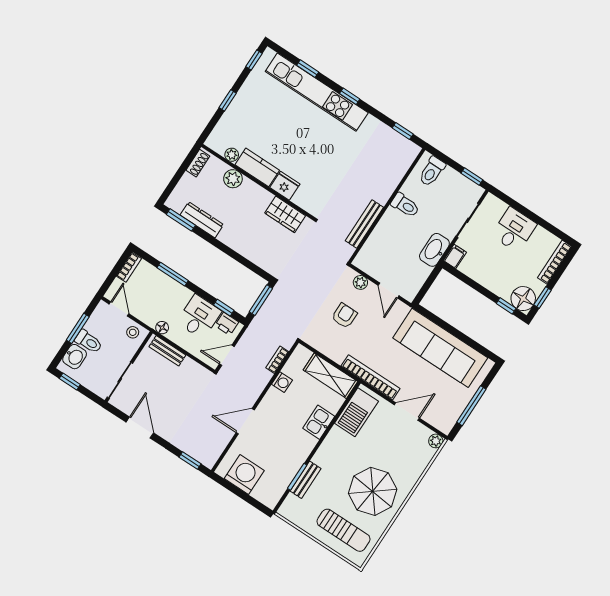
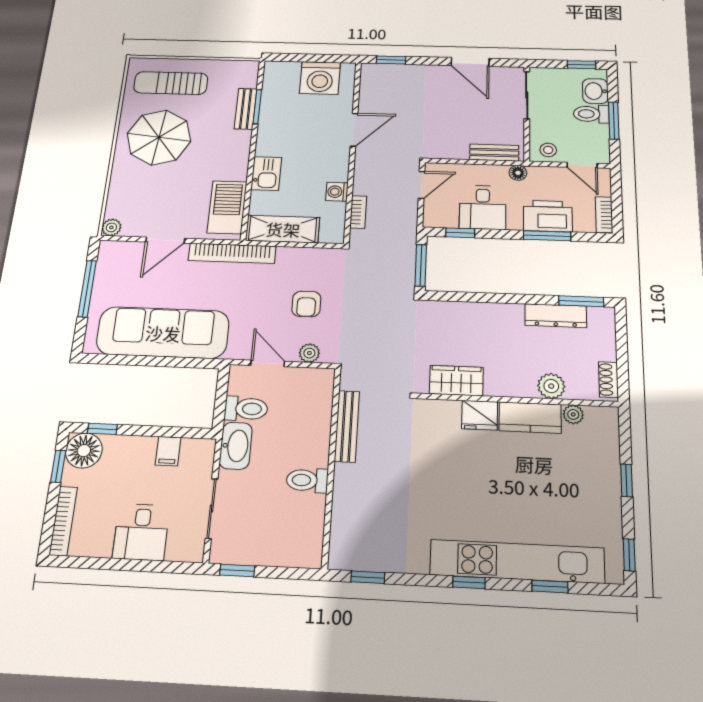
toilet: (432, 171) -> (246, 409), moved, turned 90
filing cabinet: (455, 256) -> (168, 451), moved
printer: (227, 324) -> (548, 216), moved, width x1.87, depth x1.48

